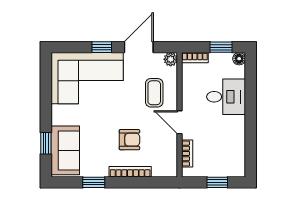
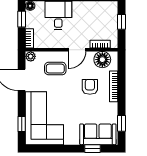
window: (102, 47) -> (22, 124), moved
floor lamp: (166, 156) -> (102, 60), added
window: (94, 182) -> (121, 123), moved

